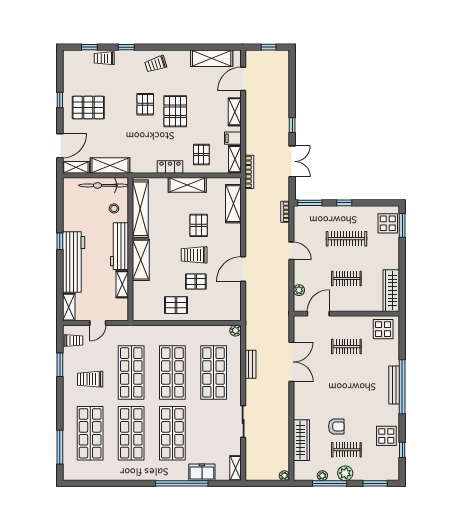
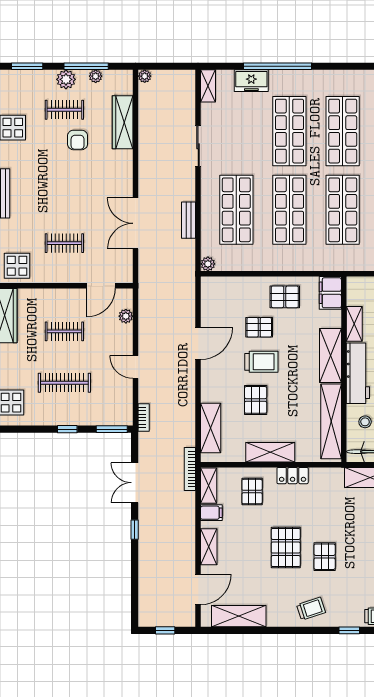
filing cabinet: (141, 308) -> (330, 293), added
armchair: (336, 426) -> (78, 140), turned -90

